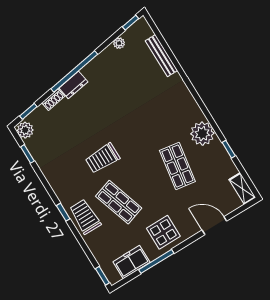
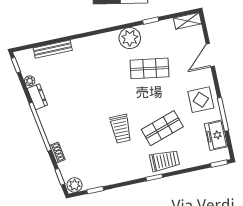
dresser: (73, 85) -> (37, 97), moved
trolley: (85, 217) -> (165, 161), turned 180

